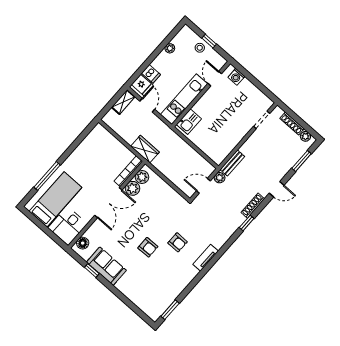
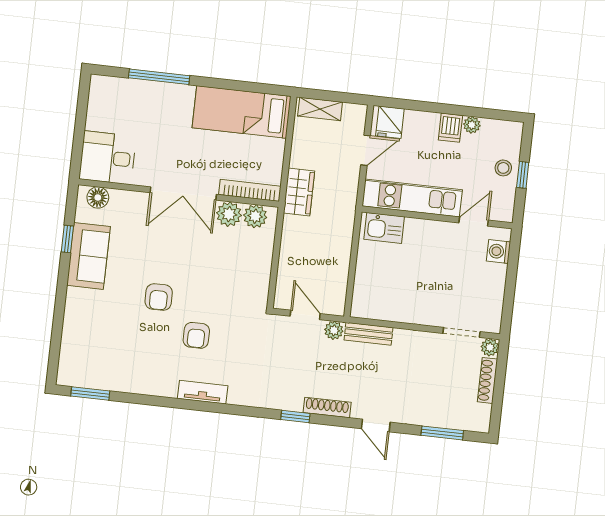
dishwasher: (151, 74) -> (450, 128), moved
shelving: (123, 102) -> (320, 109), moved
plant: (305, 136) -> (490, 347), moved
bed: (55, 199) -> (241, 112), moved, turned 180

